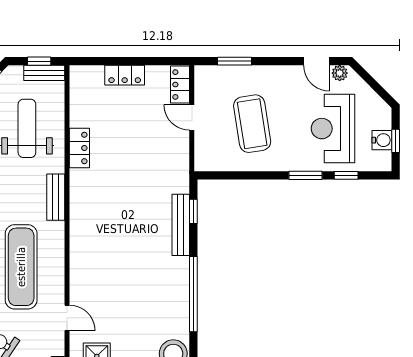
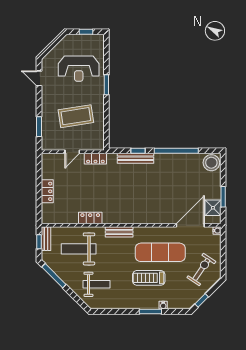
door: (316, 61) -> (39, 78), swing flipped
plant: (340, 73) -> (46, 65), removed
locker: (180, 85) -> (95, 159), moved
water cooler: (382, 140) -> (86, 40), removed
window: (346, 175) -> (106, 61), removed
window: (193, 211) -> (138, 151), moved
door: (67, 318) -> (190, 225), width x1.87

